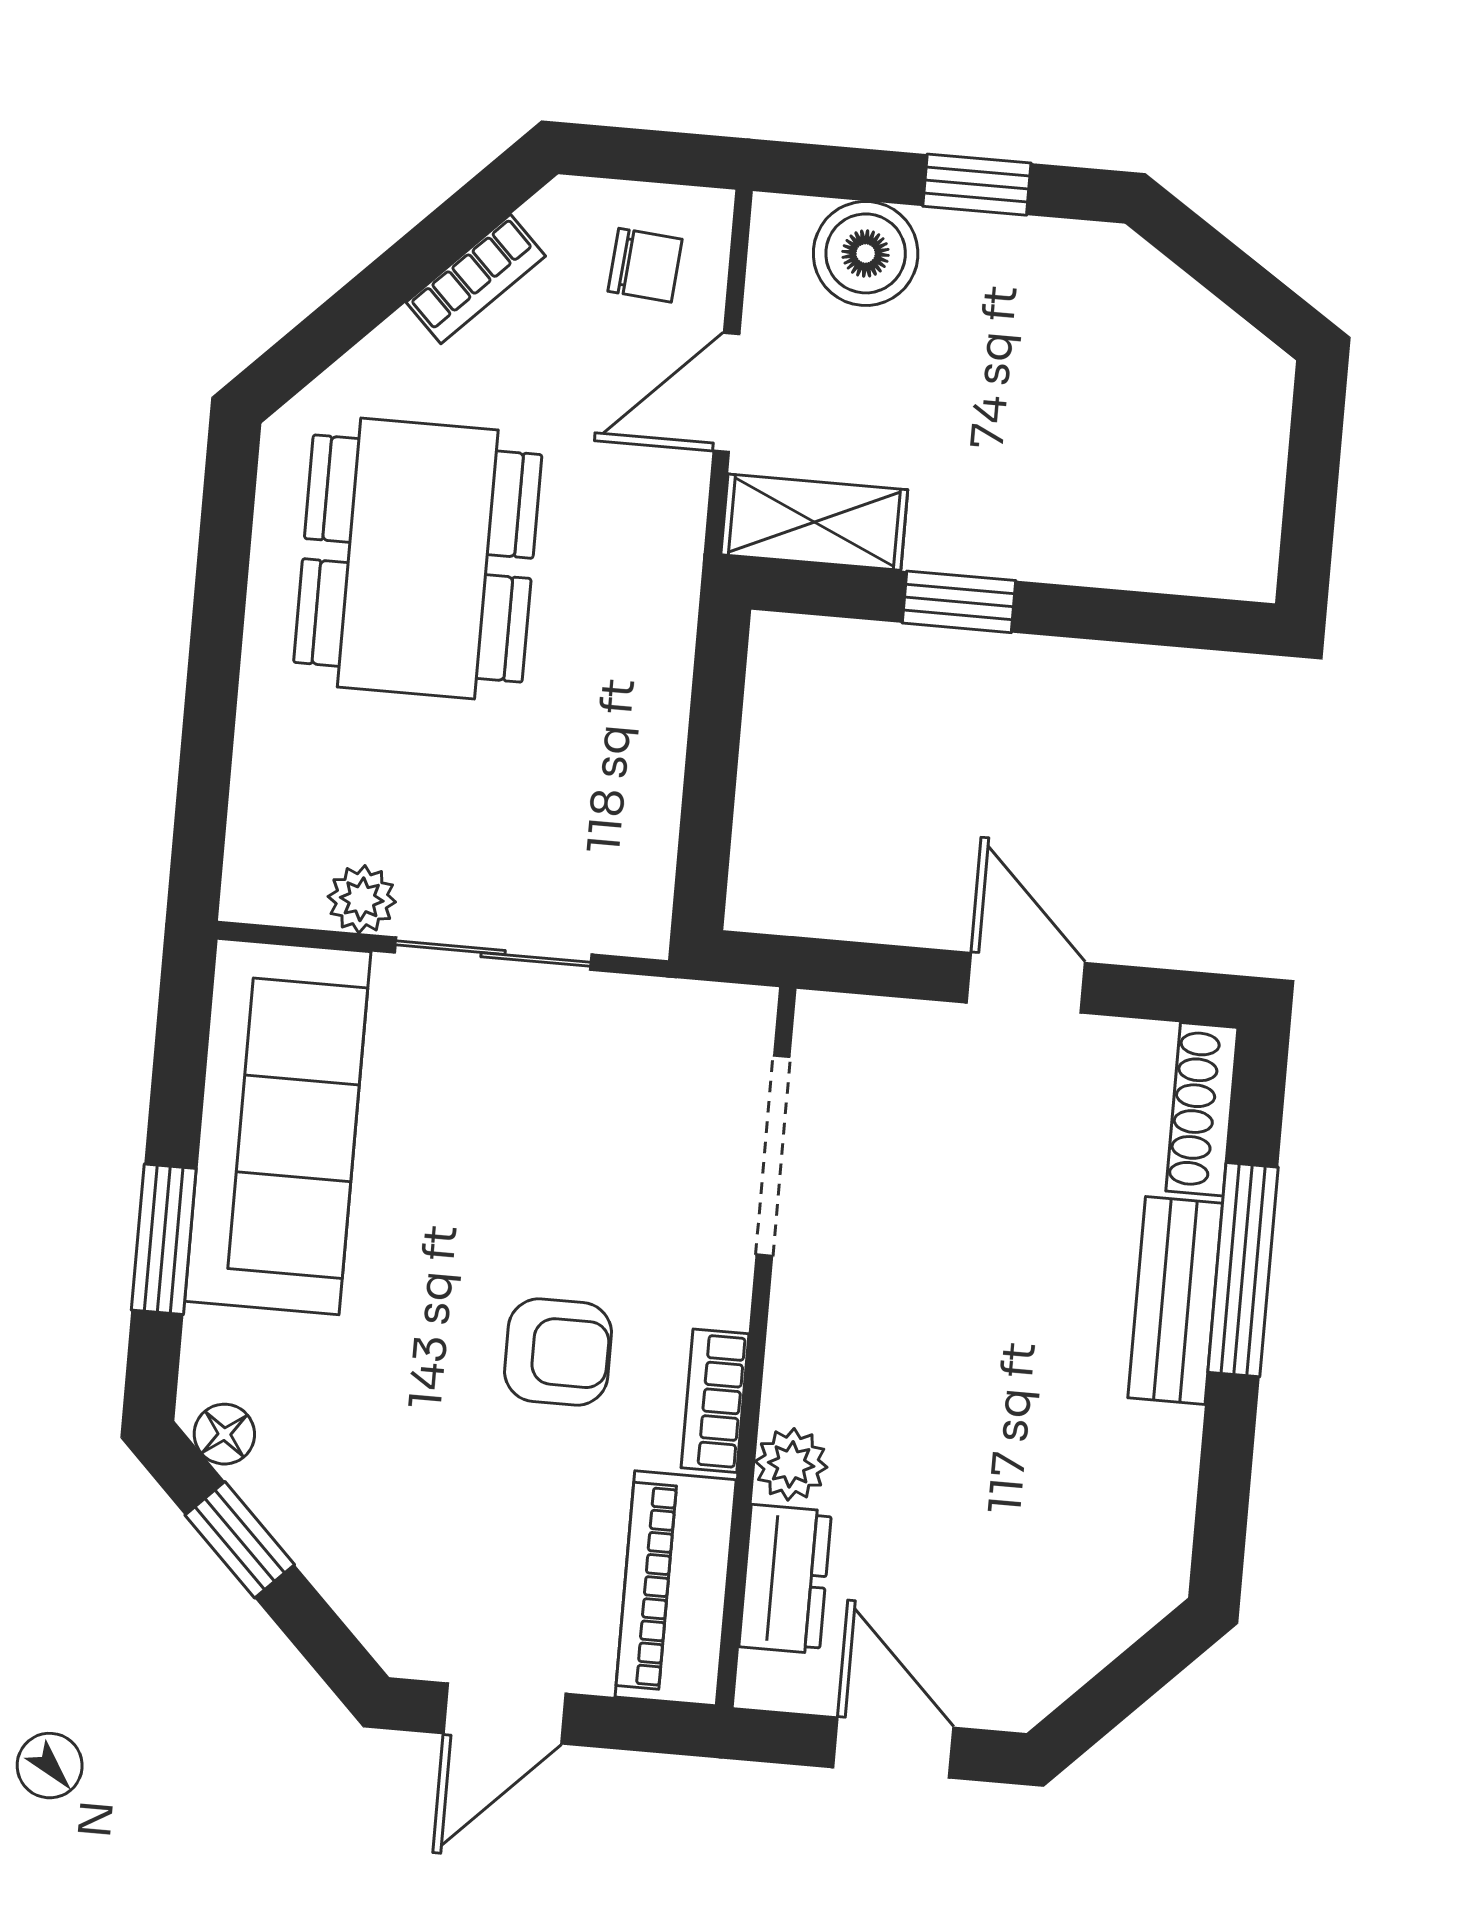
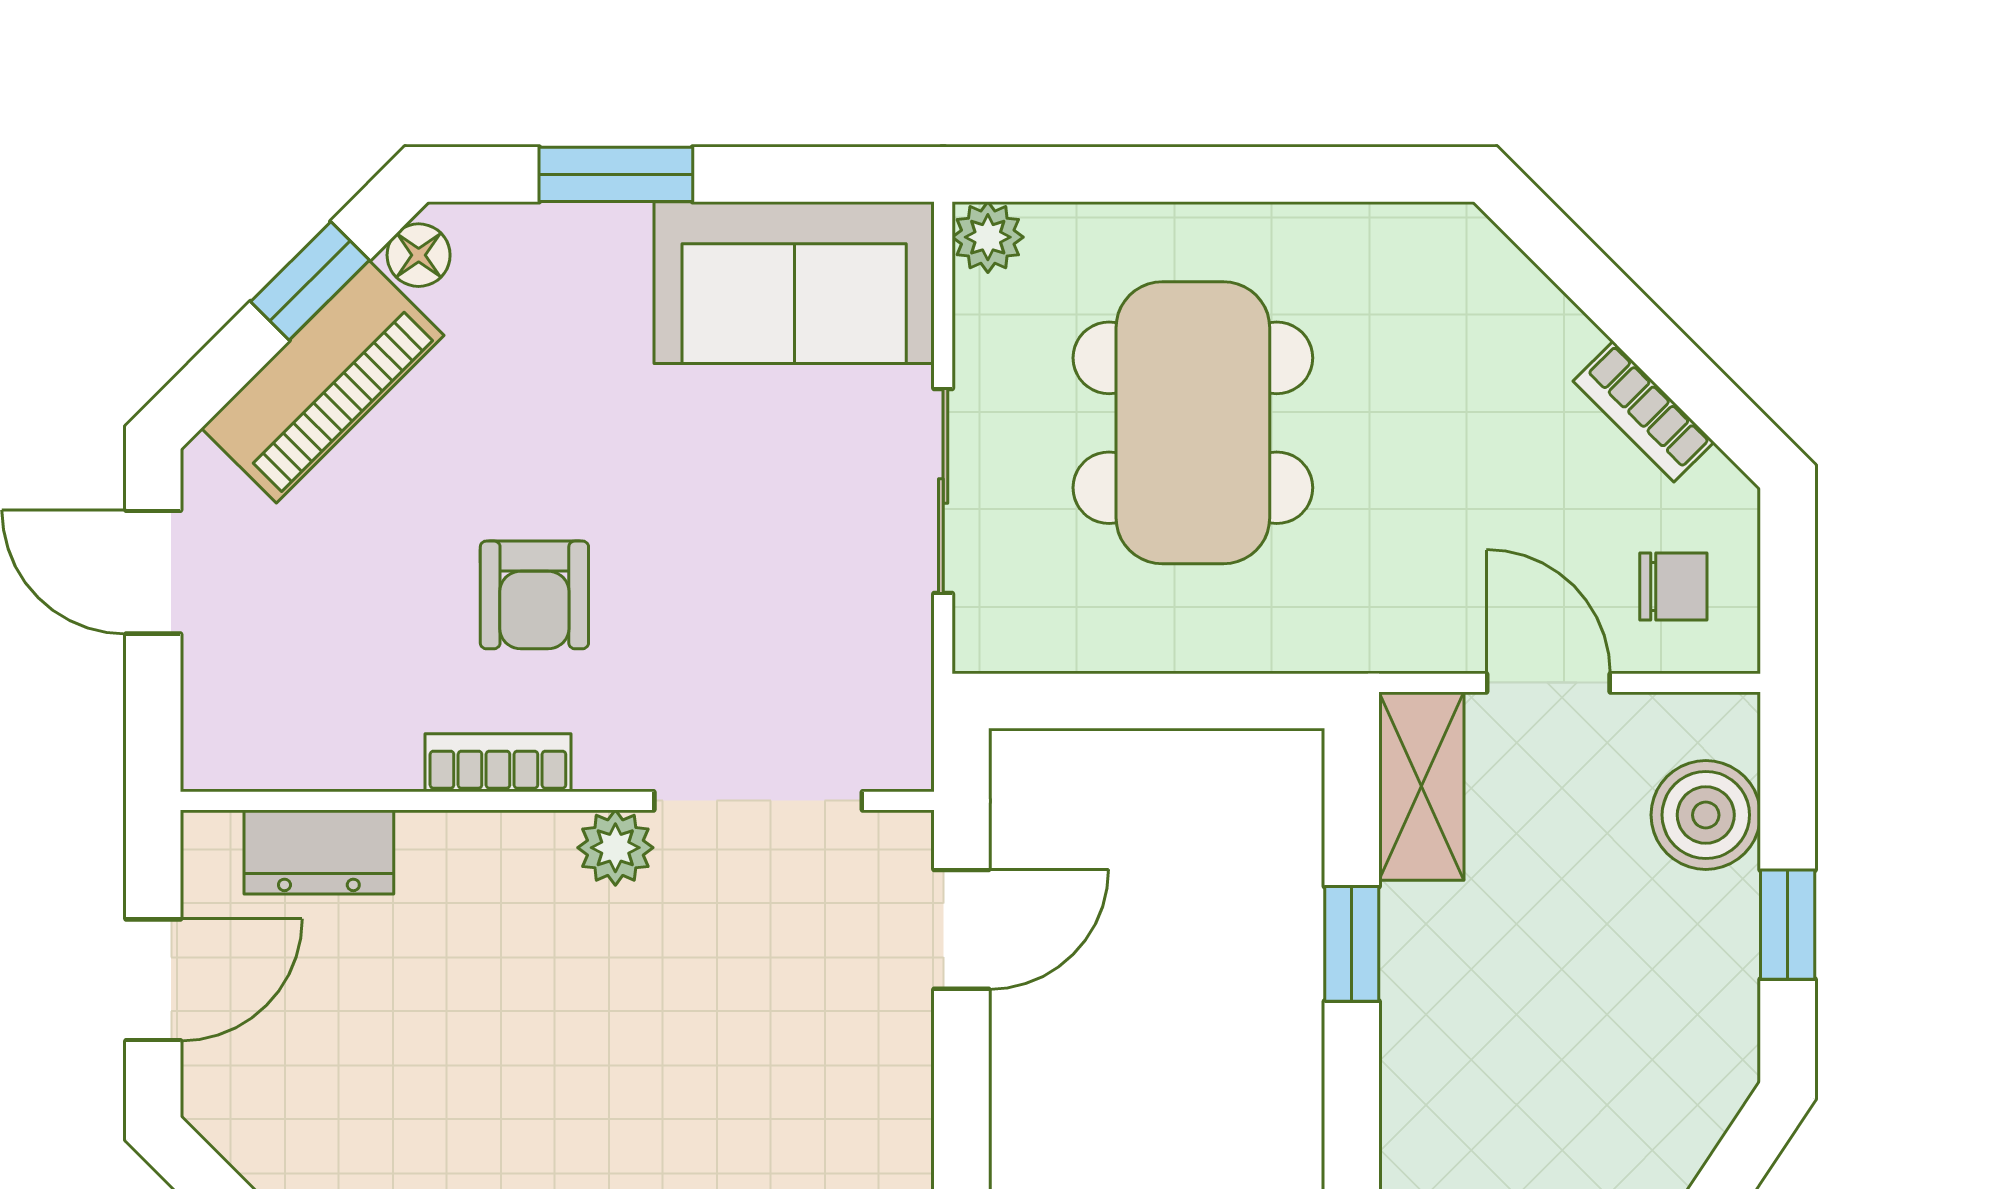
chair: (645, 265) -> (1673, 586), turned -95
dining table: (418, 559) -> (1193, 423), moved, turned 90
plant: (362, 899) -> (988, 237), moved
door: (1026, 983) -> (961, 929), moved
sofa: (278, 1126) -> (794, 283), width x0.73
plant: (791, 1464) -> (615, 848), moved
piano: (676, 1588) -> (323, 382), moved, turned 135

